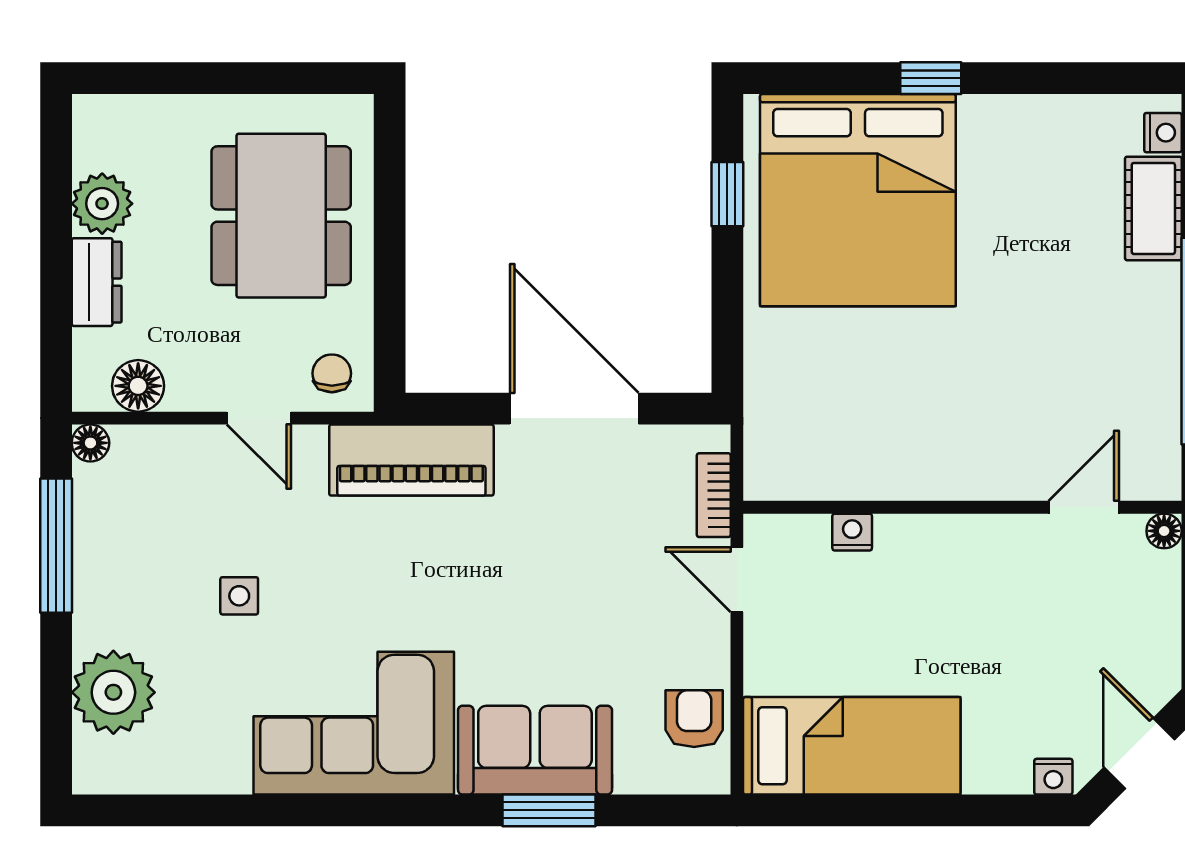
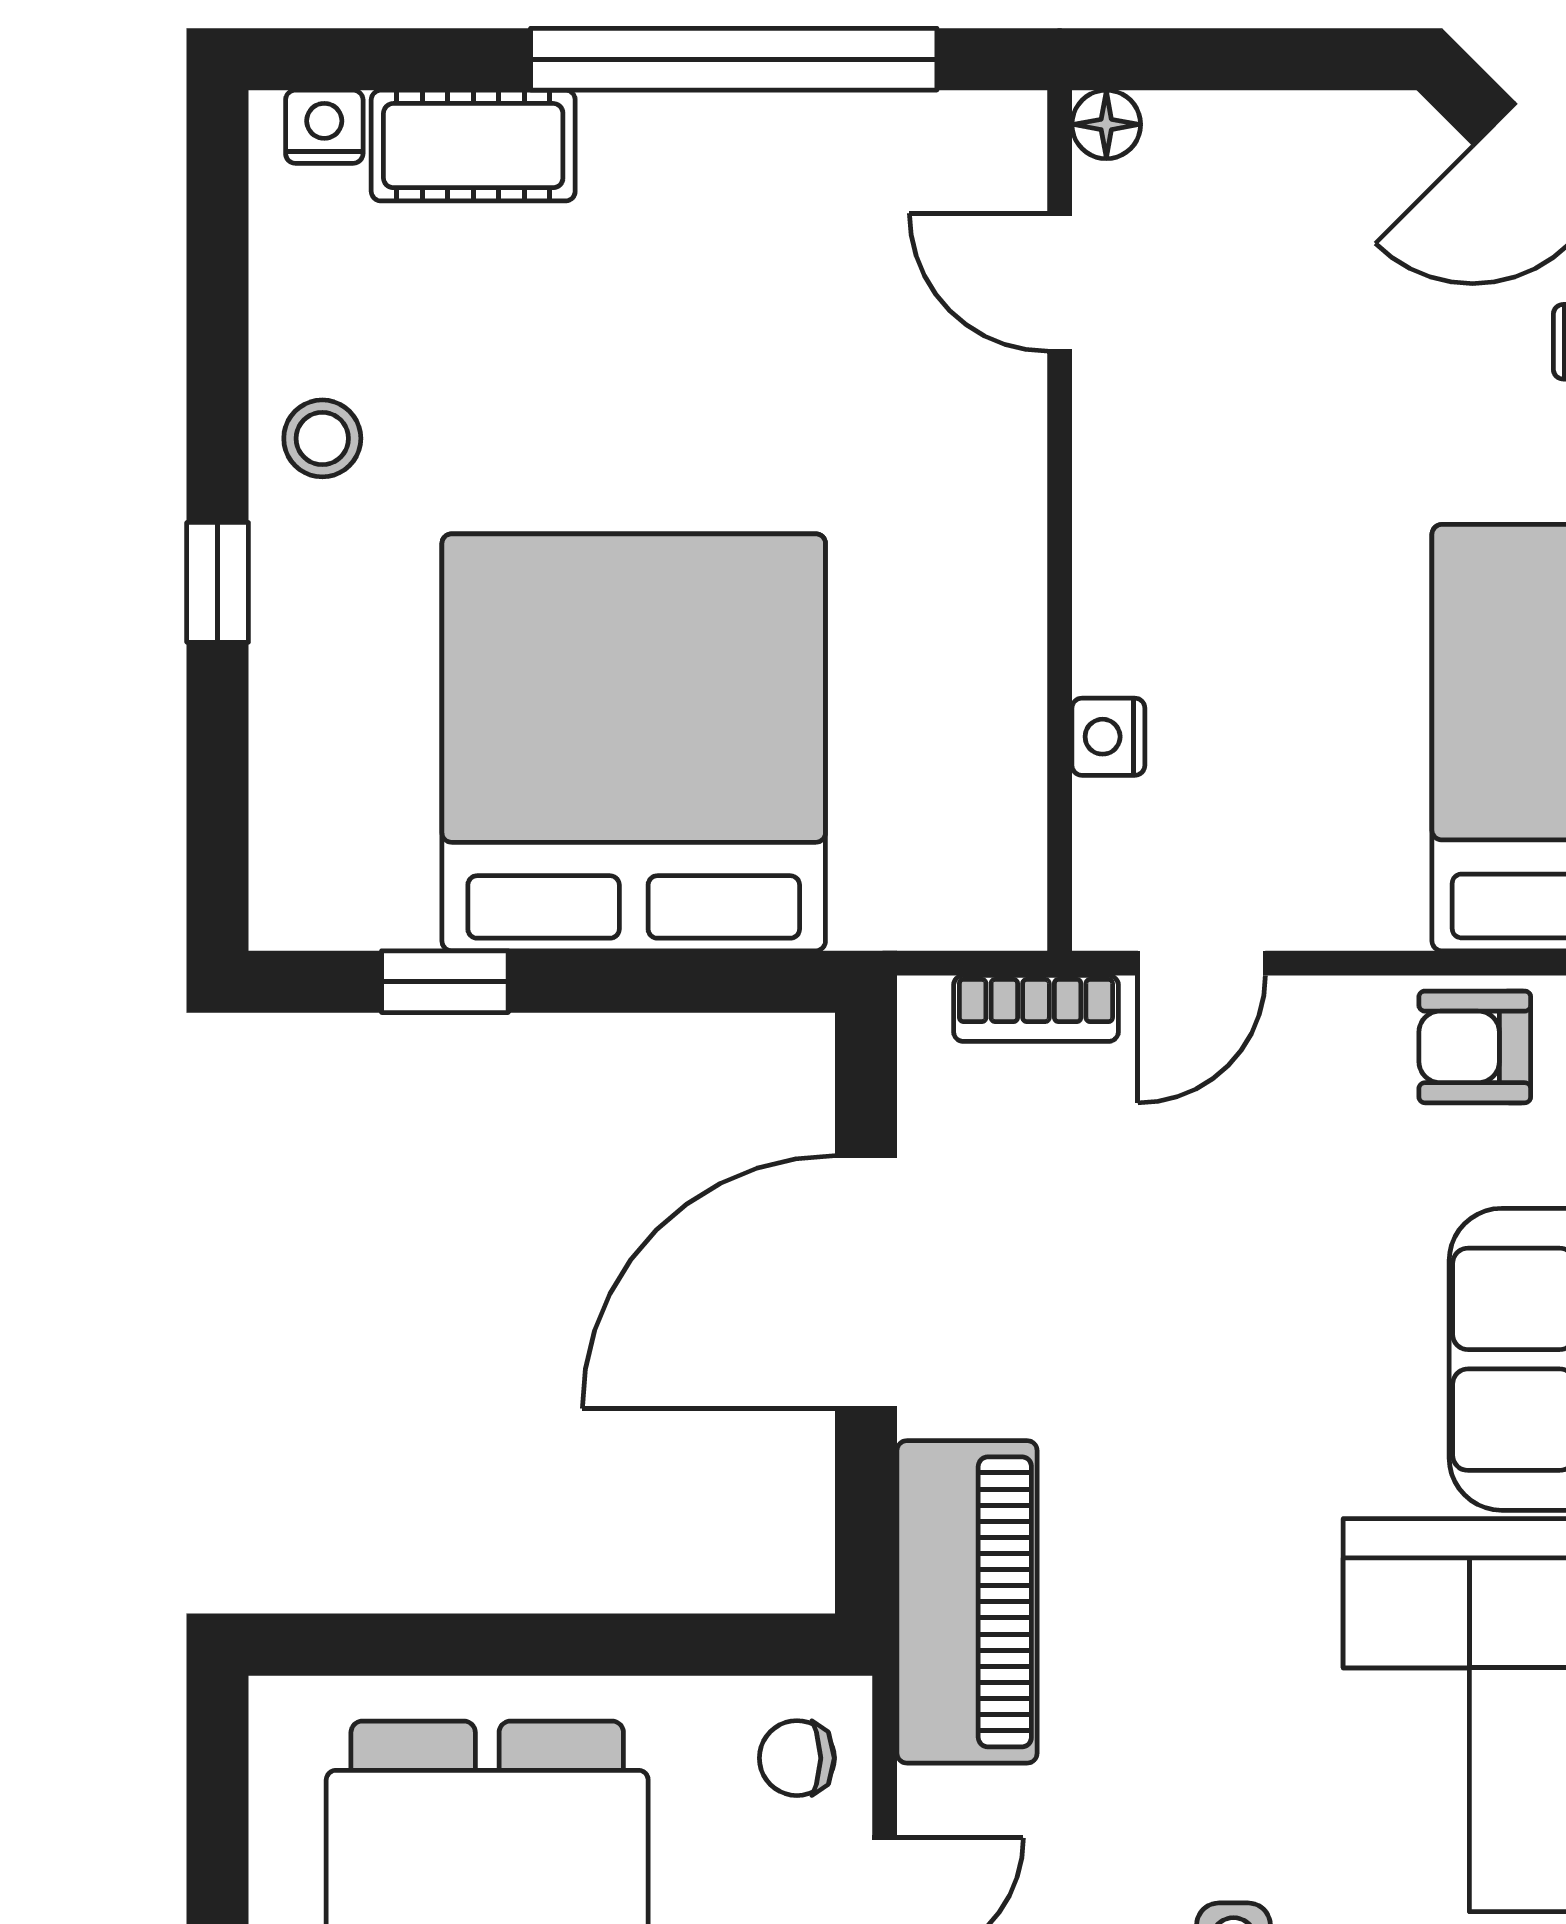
stool: (1004, 132) -> (322, 438), added
bed: (858, 200) -> (634, 742), moved, turned -90

